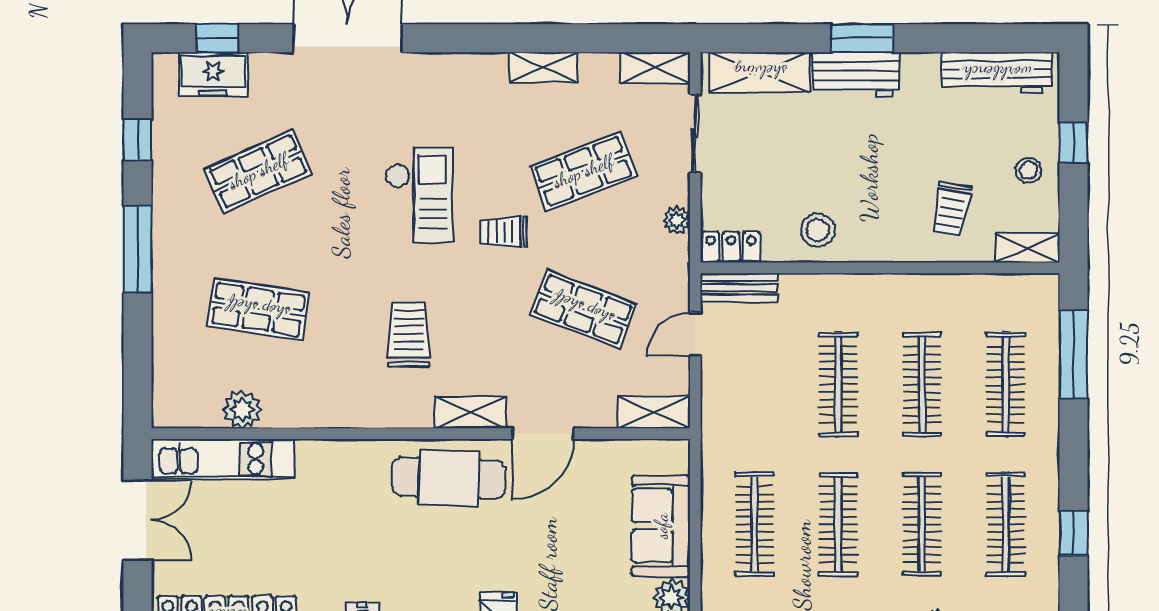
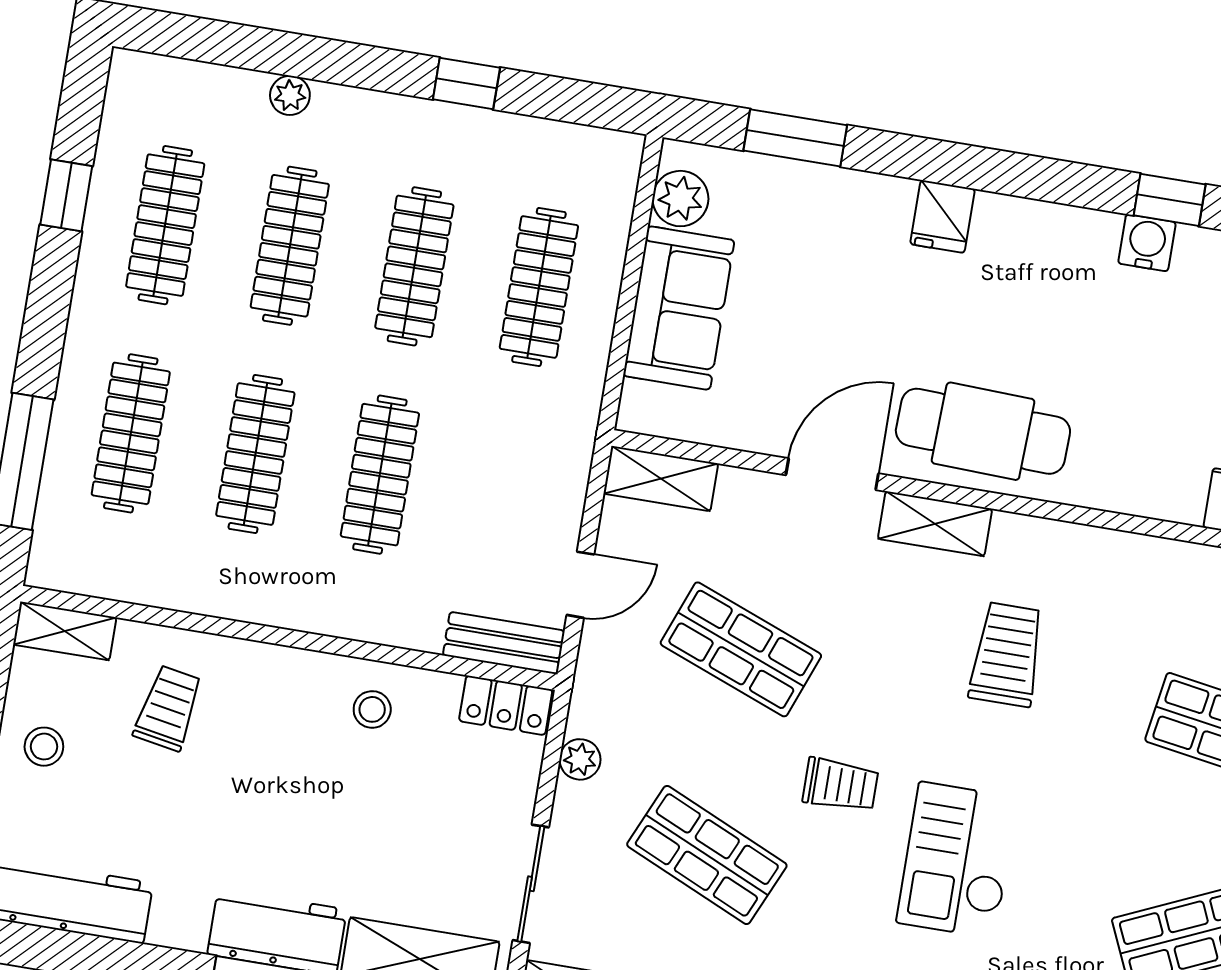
shop shelf: (583, 171) -> (707, 855), turned 45
stool: (818, 230) -> (372, 709), width x0.73, depth x0.73
trolley: (409, 335) -> (1007, 654), turned 180

